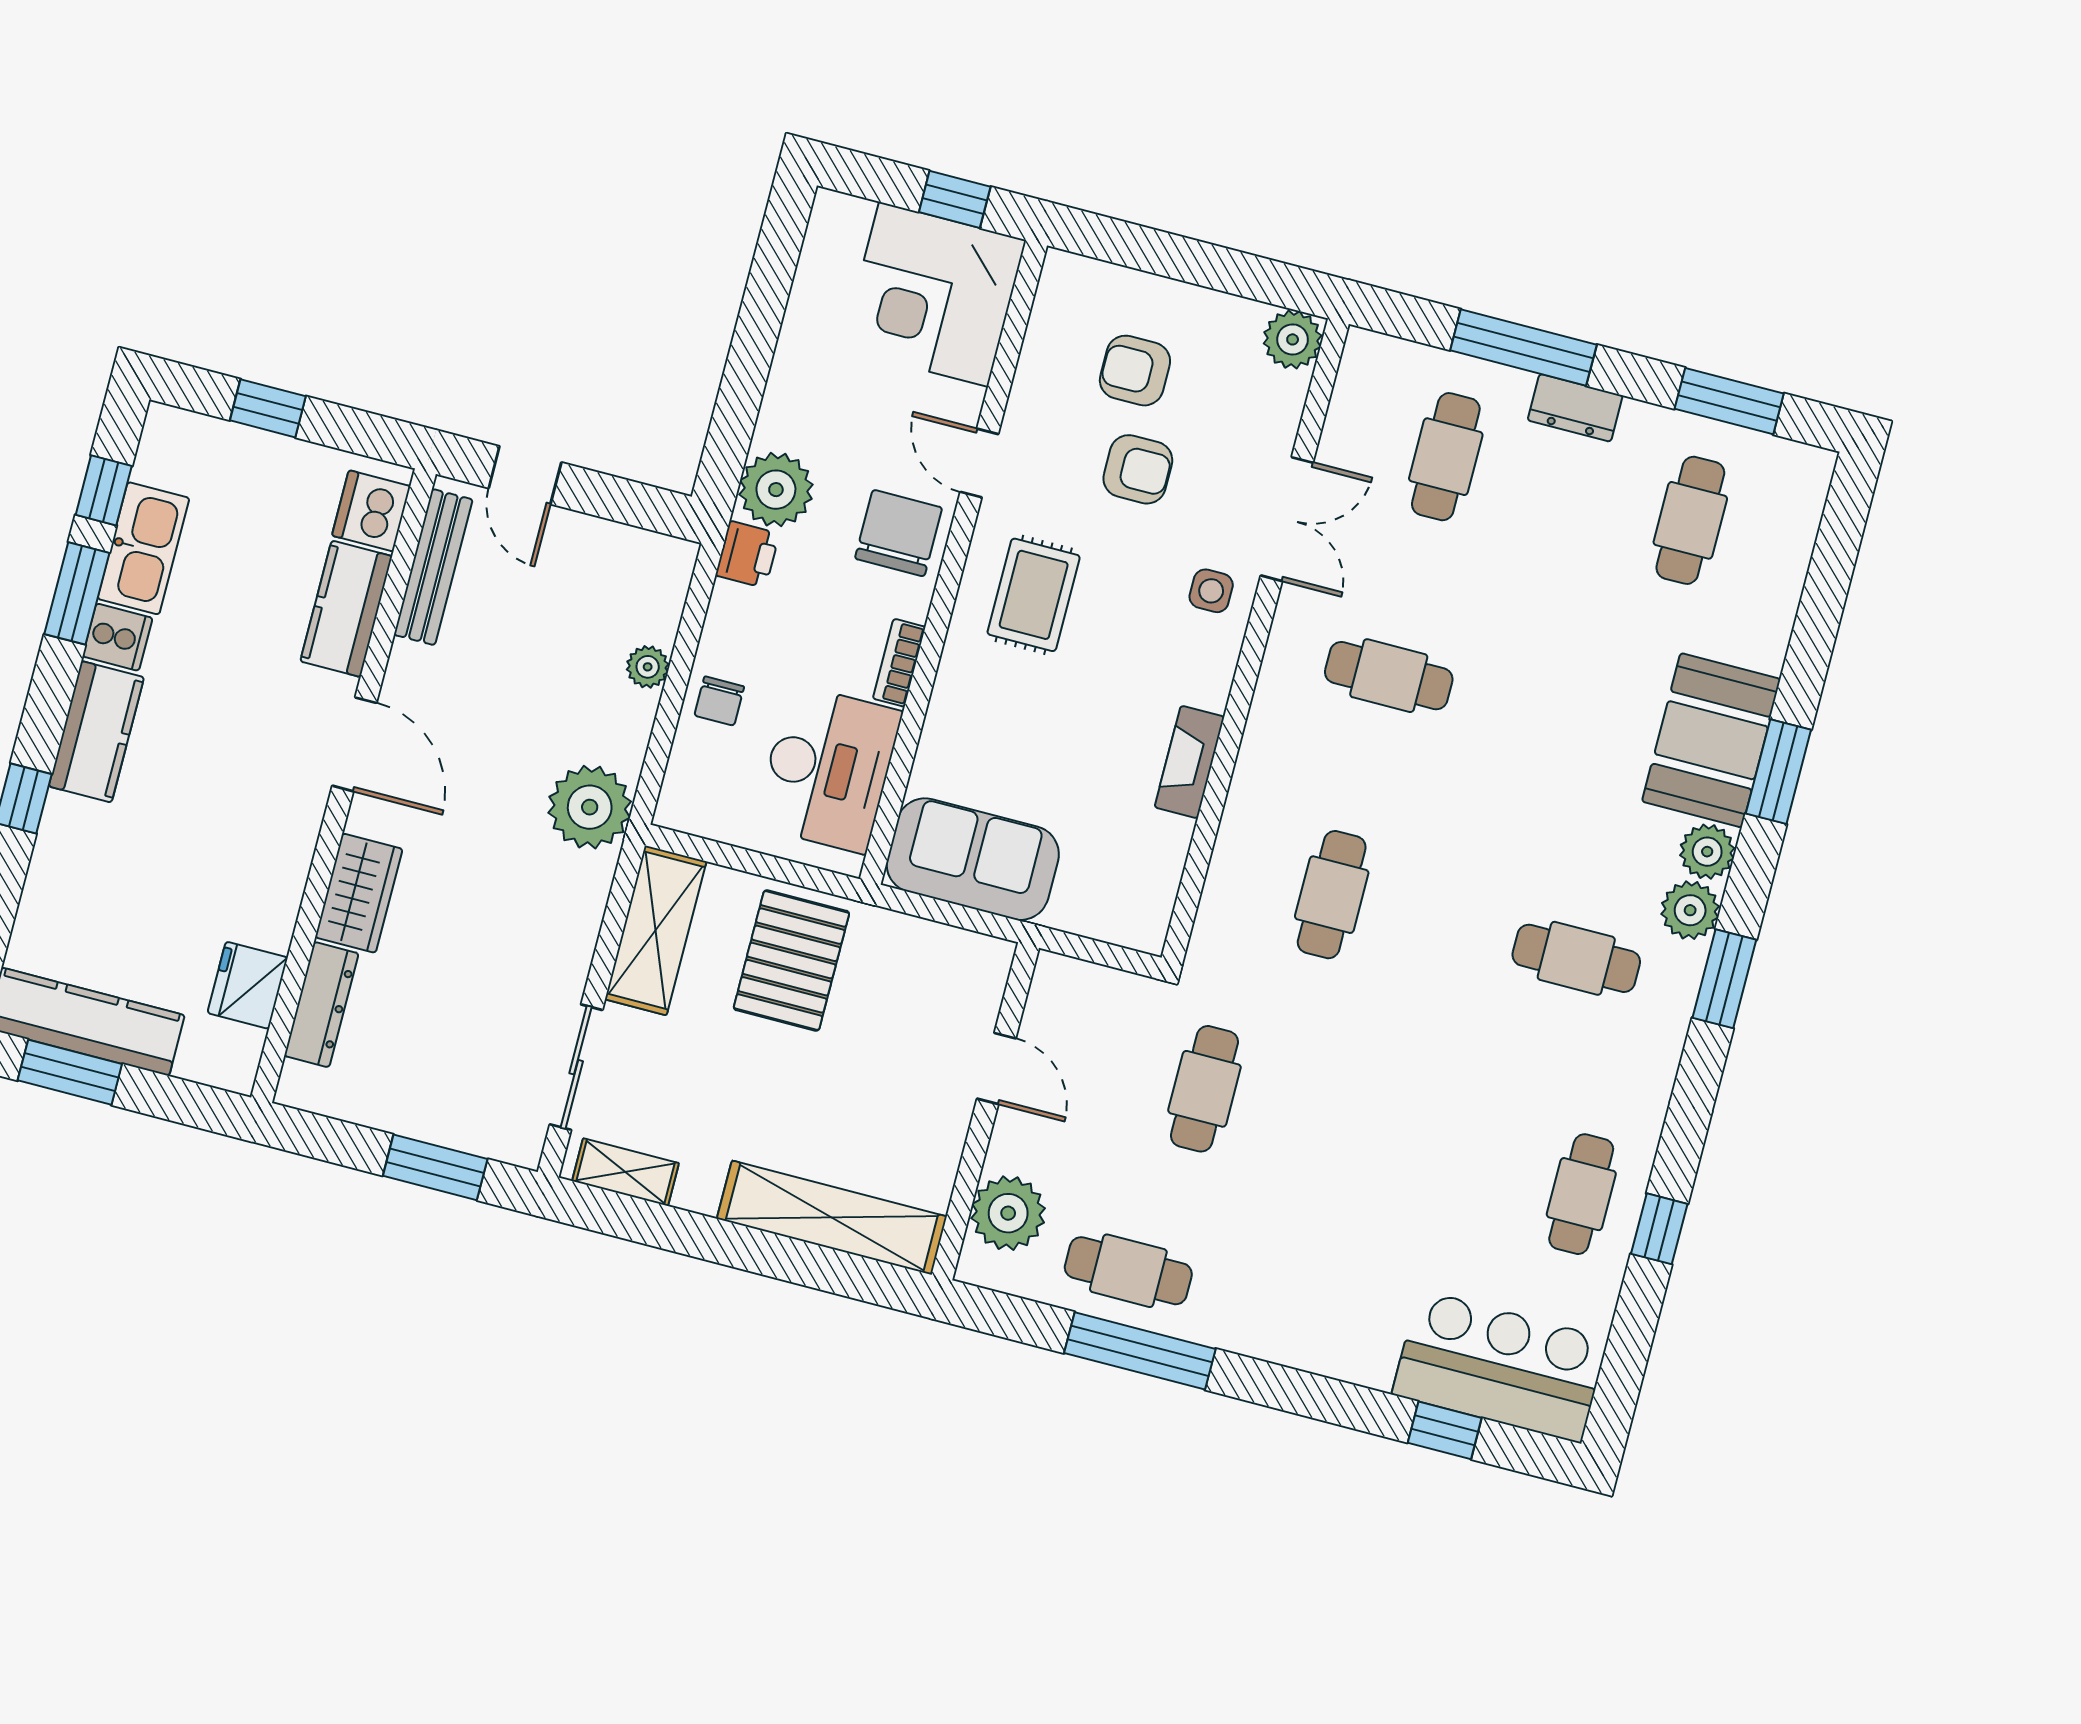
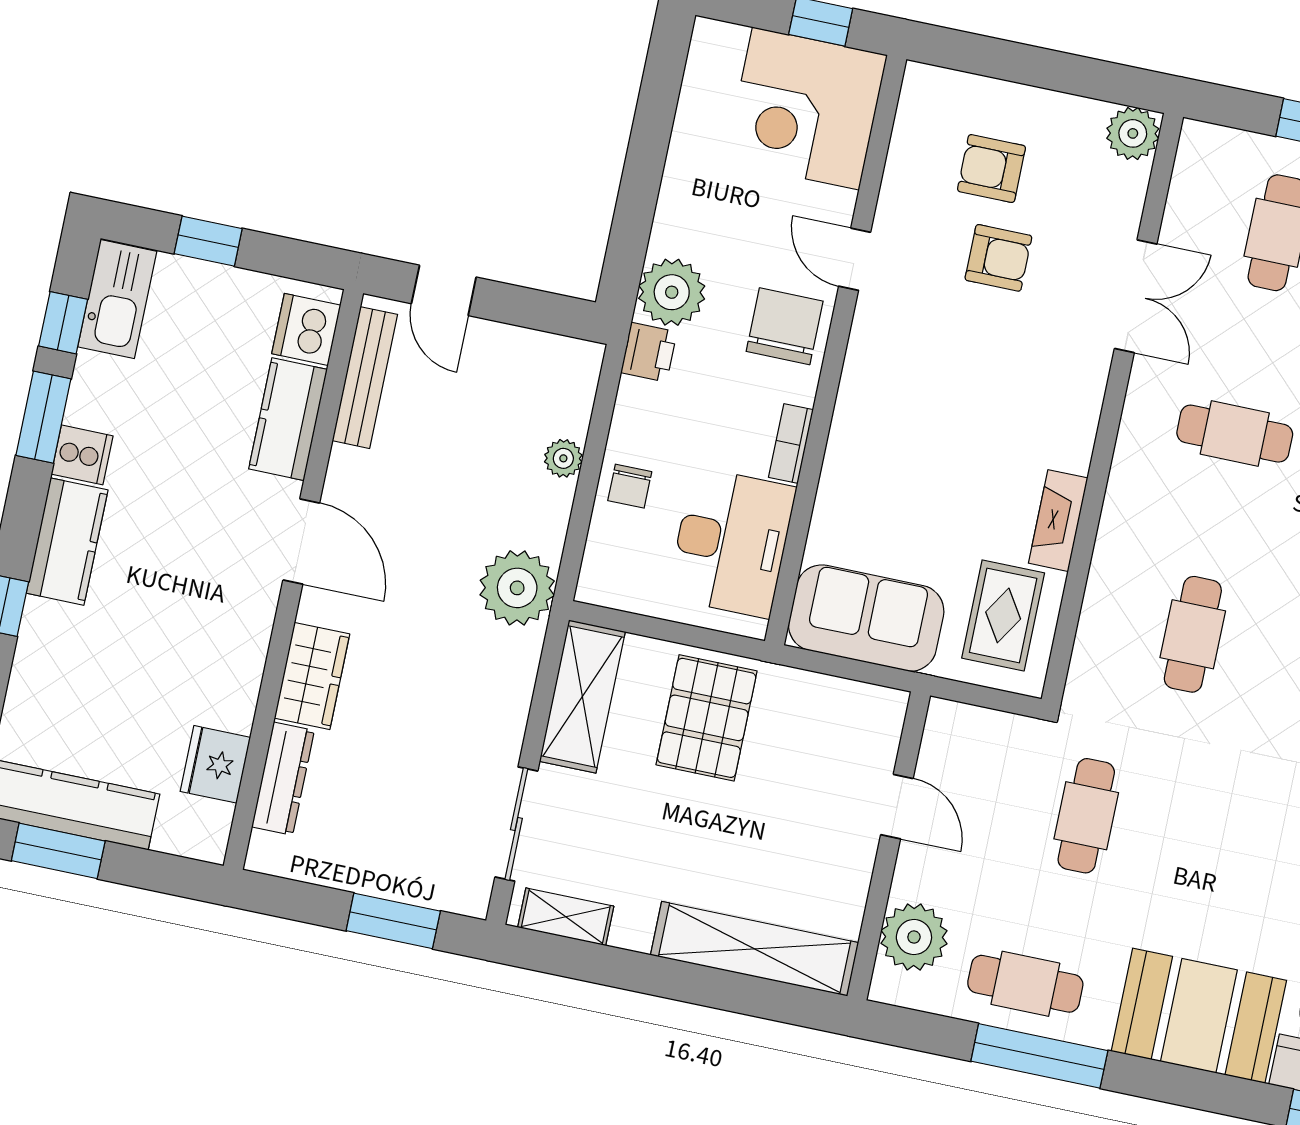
kitchen sink: (143, 548) -> (117, 299), moved
side table: (1211, 591) -> (1070, 365), removed
rug: (1034, 595) -> (1003, 615), moved
booth: (1318, 1315) -> (1199, 1016), added

